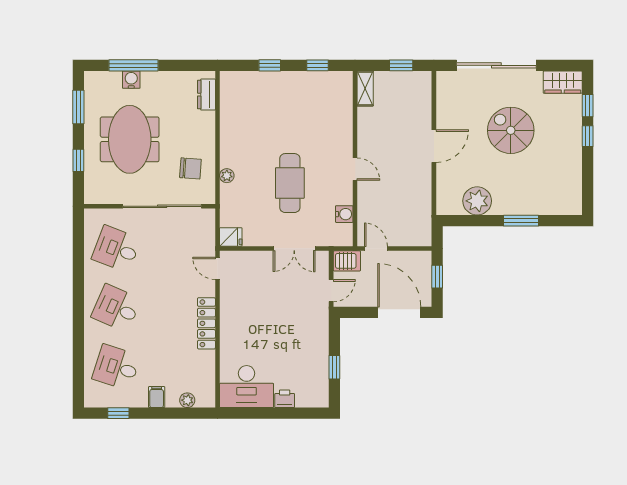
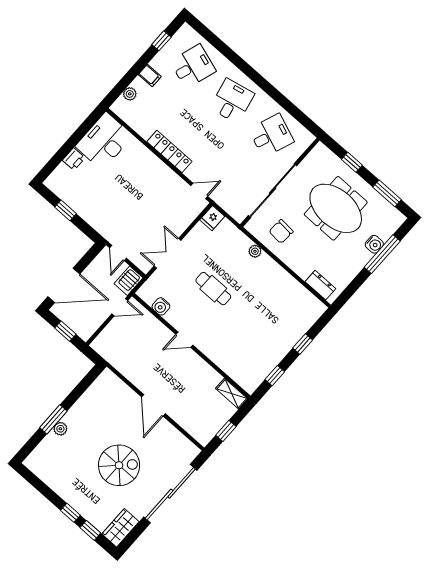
cafe table: (290, 183) -> (213, 289), width x0.73, depth x0.74
plant: (477, 201) -> (60, 429), moved, width x0.53, depth x0.53
desk: (116, 308) -> (232, 101), turned -36

